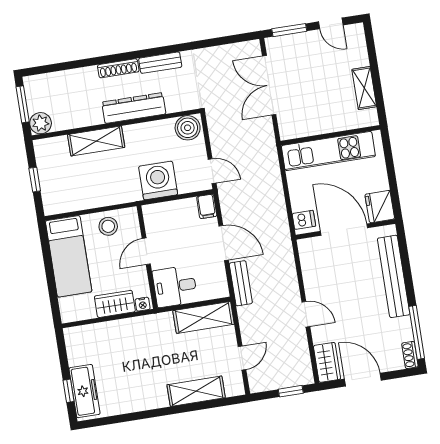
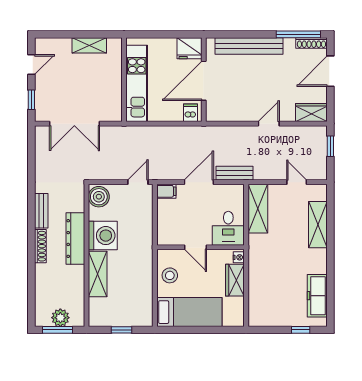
window: (289, 30) -> (31, 100), width x0.67
plant: (41, 123) -> (60, 318), moved
washing machine: (158, 181) -> (103, 236), moved, turned 180
shoe rack: (410, 355) -> (311, 43), width x1.43
door: (363, 380) -> (330, 71), moved
freezer: (85, 391) -> (317, 296), moved, turned -90

